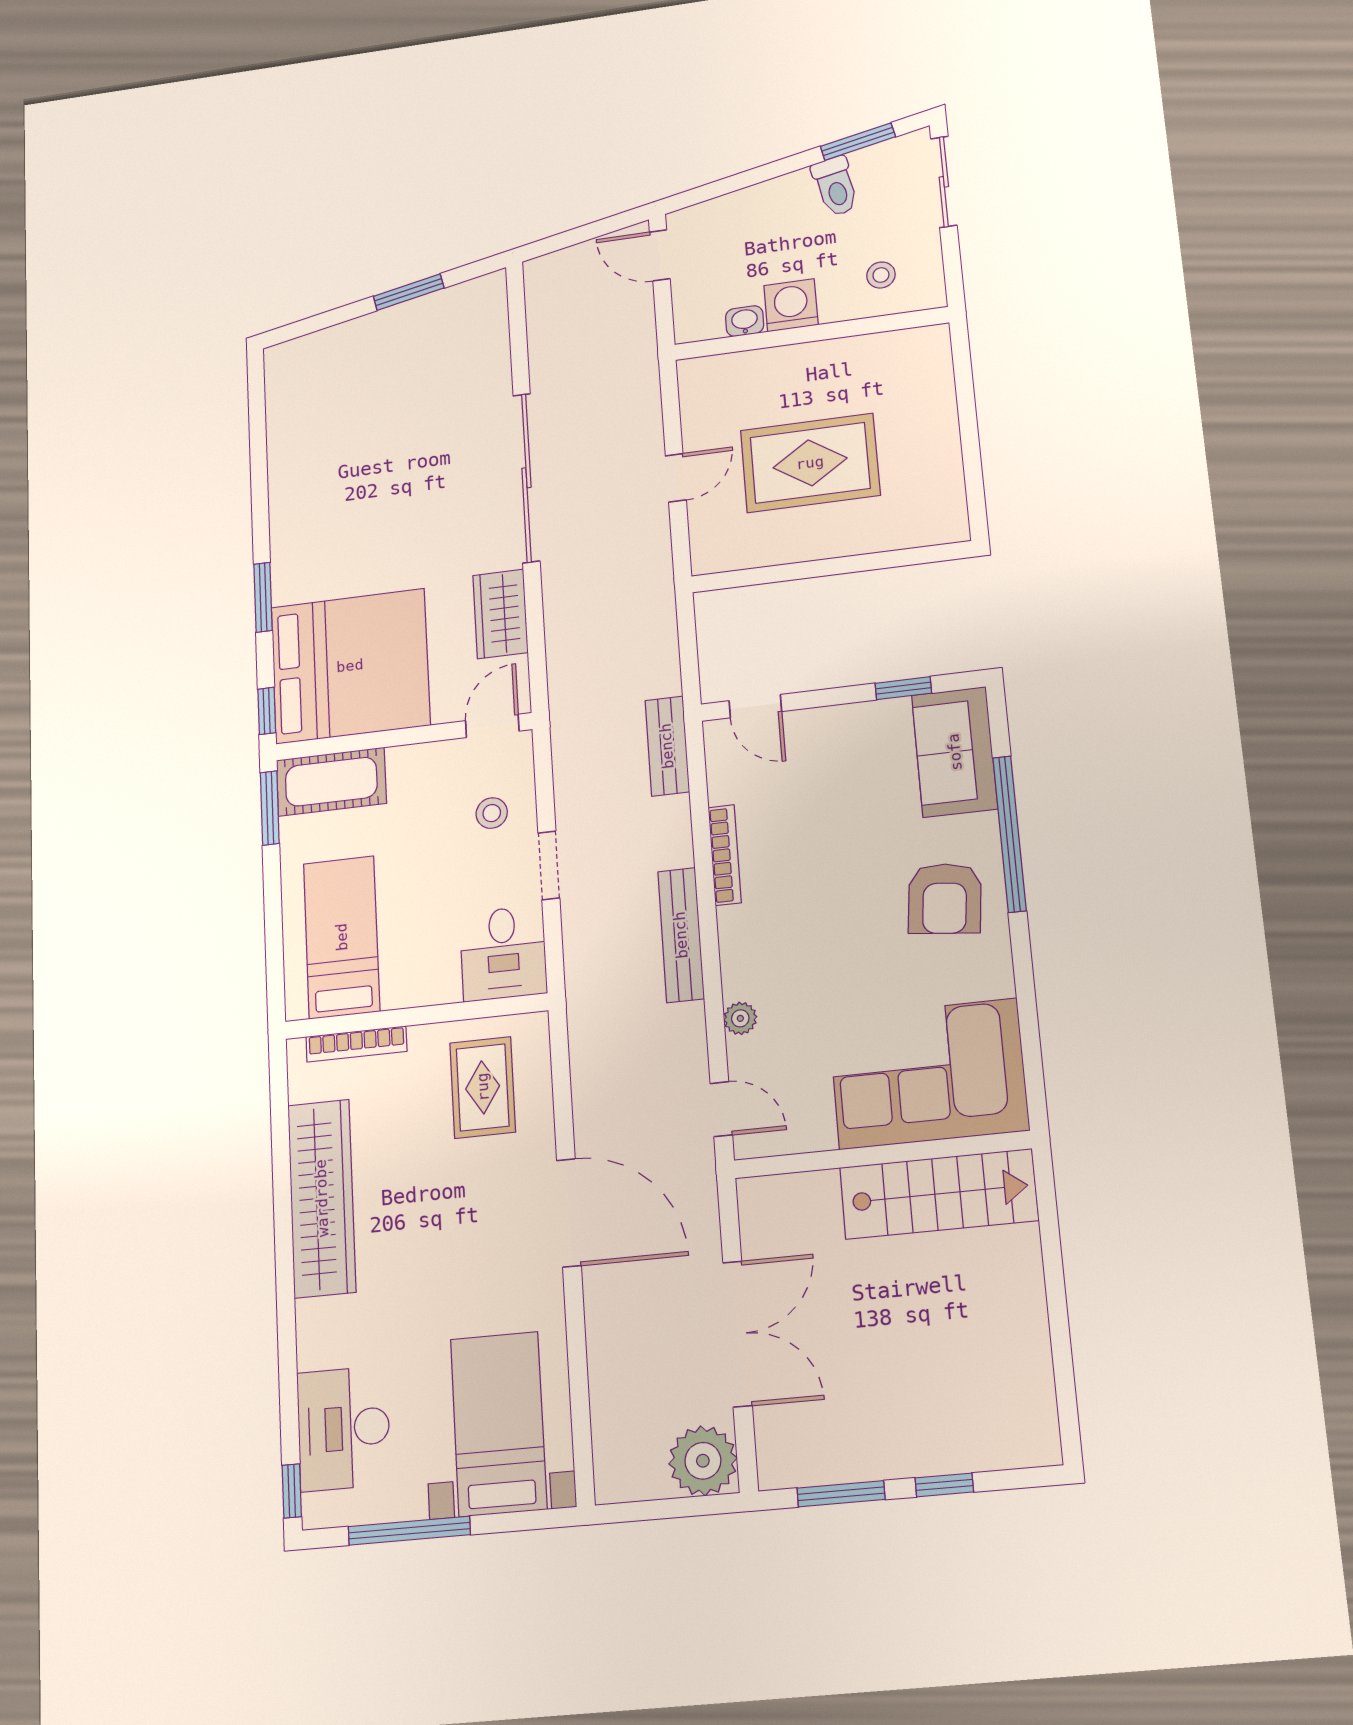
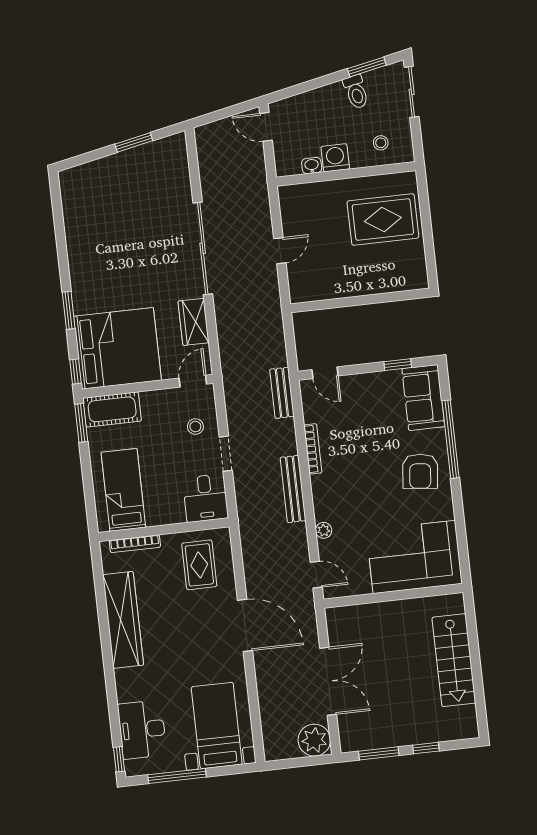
rug: (810, 463) -> (383, 220), moved
stairs: (939, 1194) -> (454, 660), moved, turned 90

